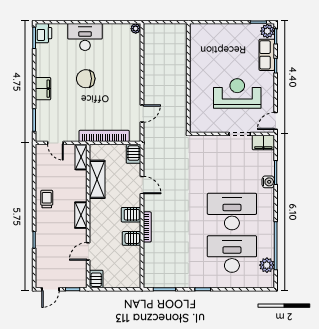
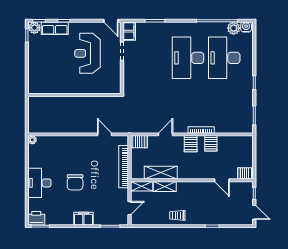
water cooler: (268, 182) -> (246, 27), moved
shelving: (81, 215) -> (165, 186), moved

